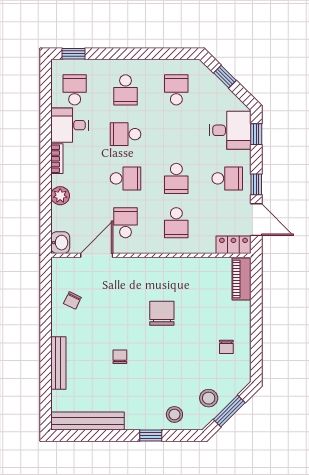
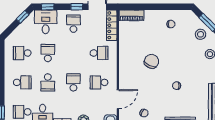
window: (225, 77) -> (23, 17), moved
school desk: (176, 178) -> (48, 53), moved, turned -90
locker: (233, 245) -> (112, 25), width x1.53
door: (97, 255) -> (118, 99), swing flipped
chair: (162, 313) -> (151, 61), turned 115

